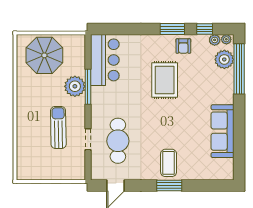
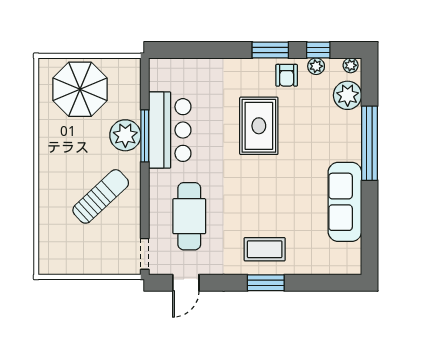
plant: (215, 40) -> (316, 66), moved
bar counter: (105, 60) -> (170, 130), moved
window: (239, 69) -> (370, 143), moved
sun lounger: (58, 127) -> (101, 196), turned 48
doorway: (88, 139) -> (145, 254), moved
coffee table: (169, 163) -> (265, 249), turned 90

